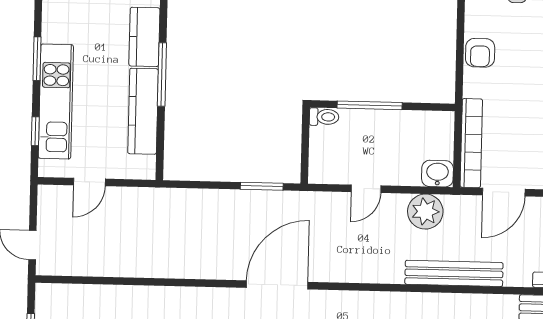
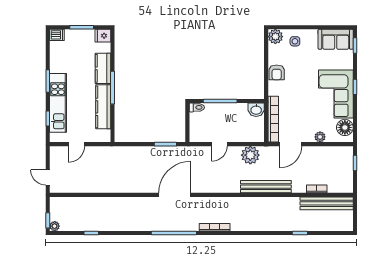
washbasin: (437, 174) -> (256, 110), moved, turned 180

